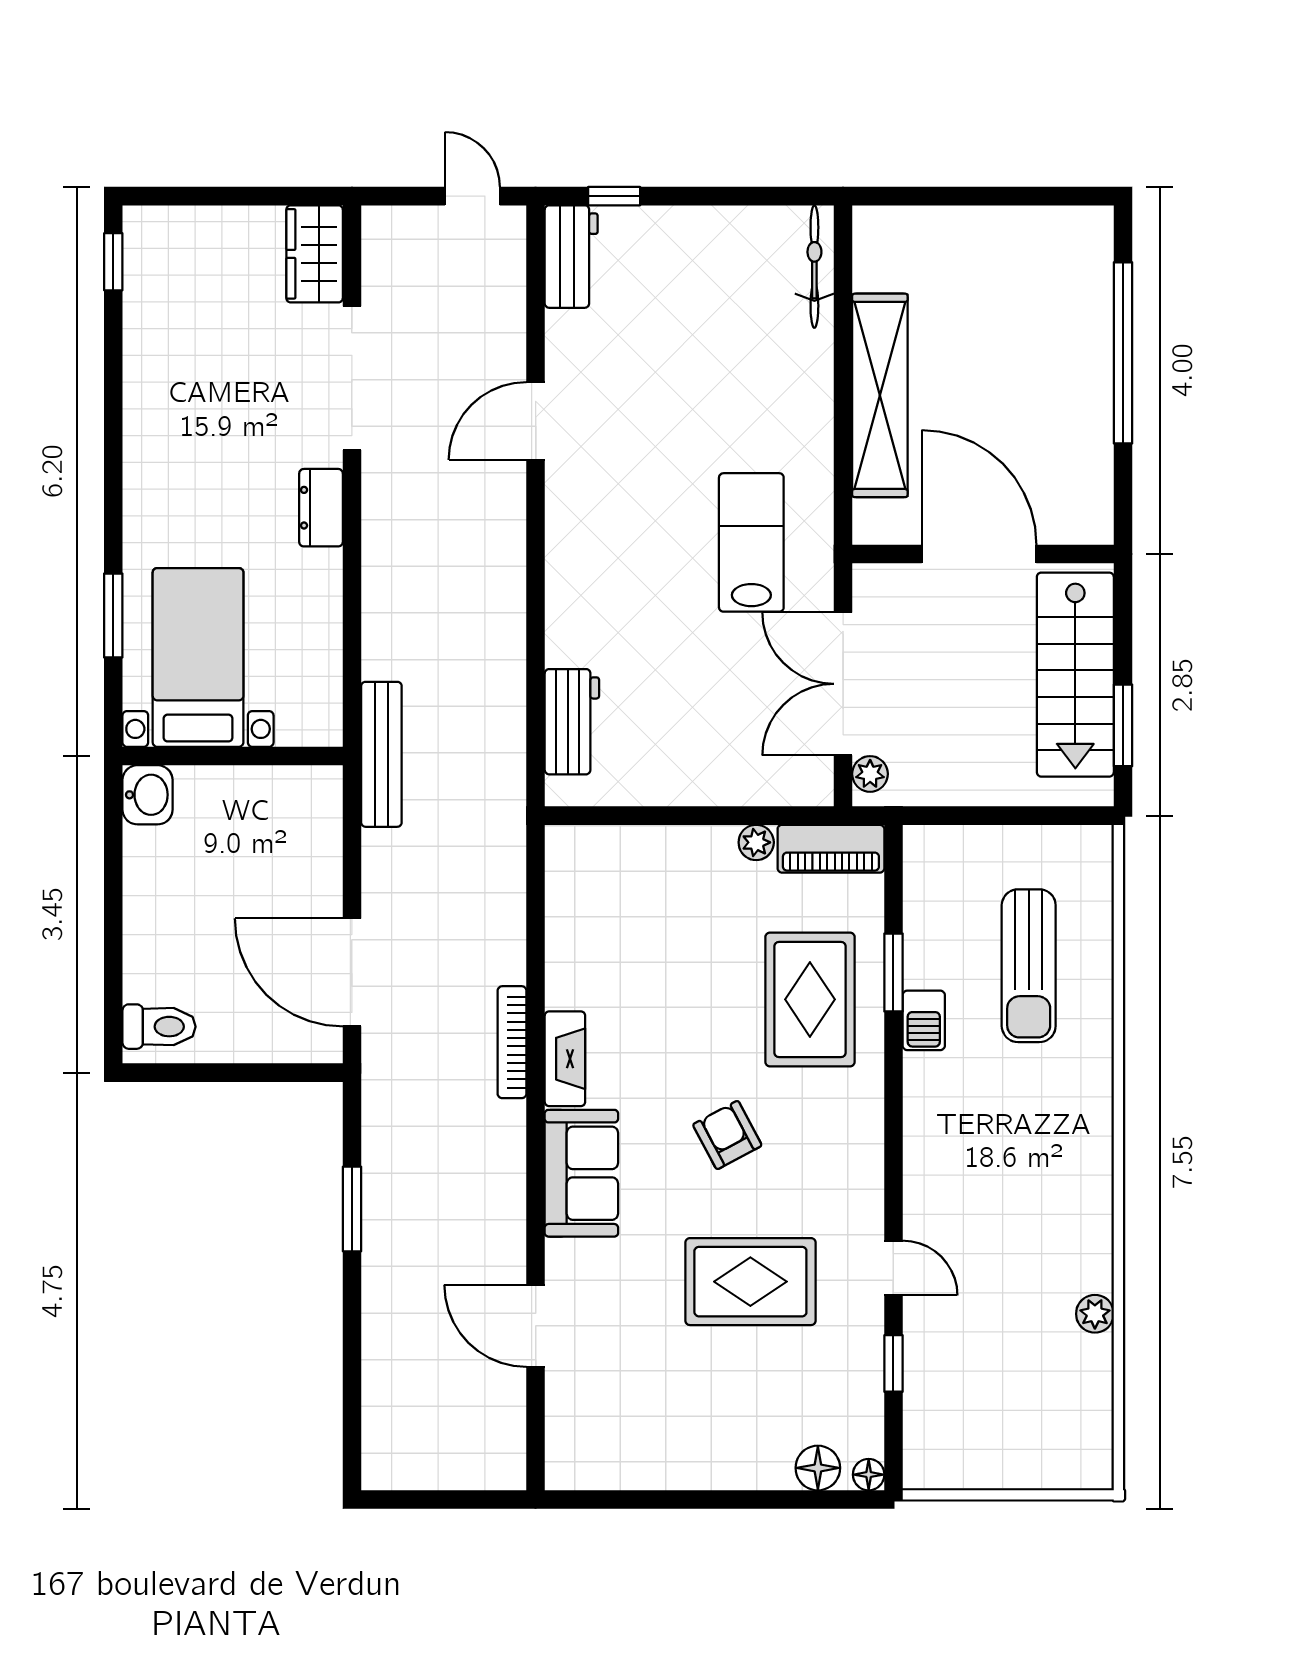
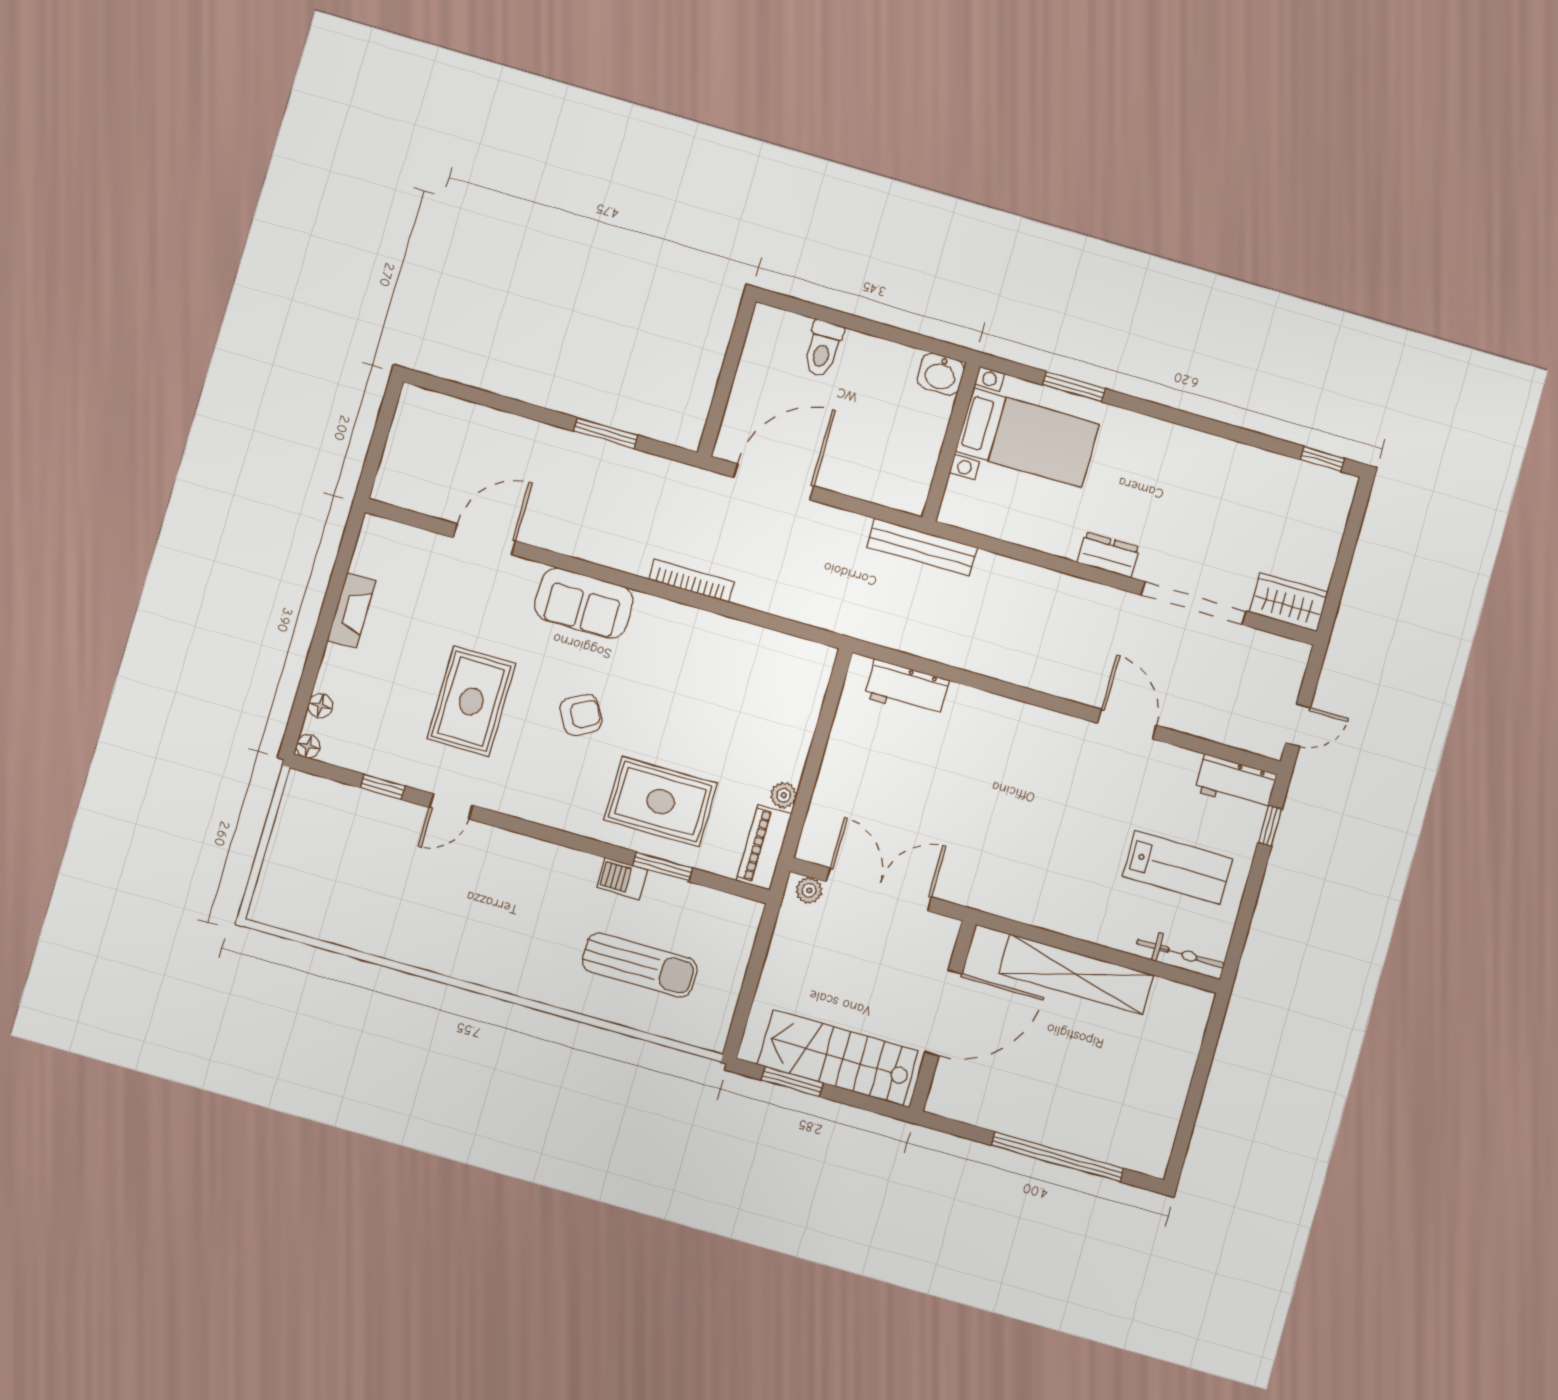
lab bench: (751, 542) -> (1178, 867), moved
sun lounger: (1029, 966) -> (640, 965), turned 180
toilet: (159, 1027) -> (823, 349), moved
fireplace: (565, 1059) -> (351, 611), moved, turned -90
plant: (1095, 1314) -> (376, 942), removed
floor lamp: (818, 1468) -> (320, 706), width x0.73, depth x0.73

